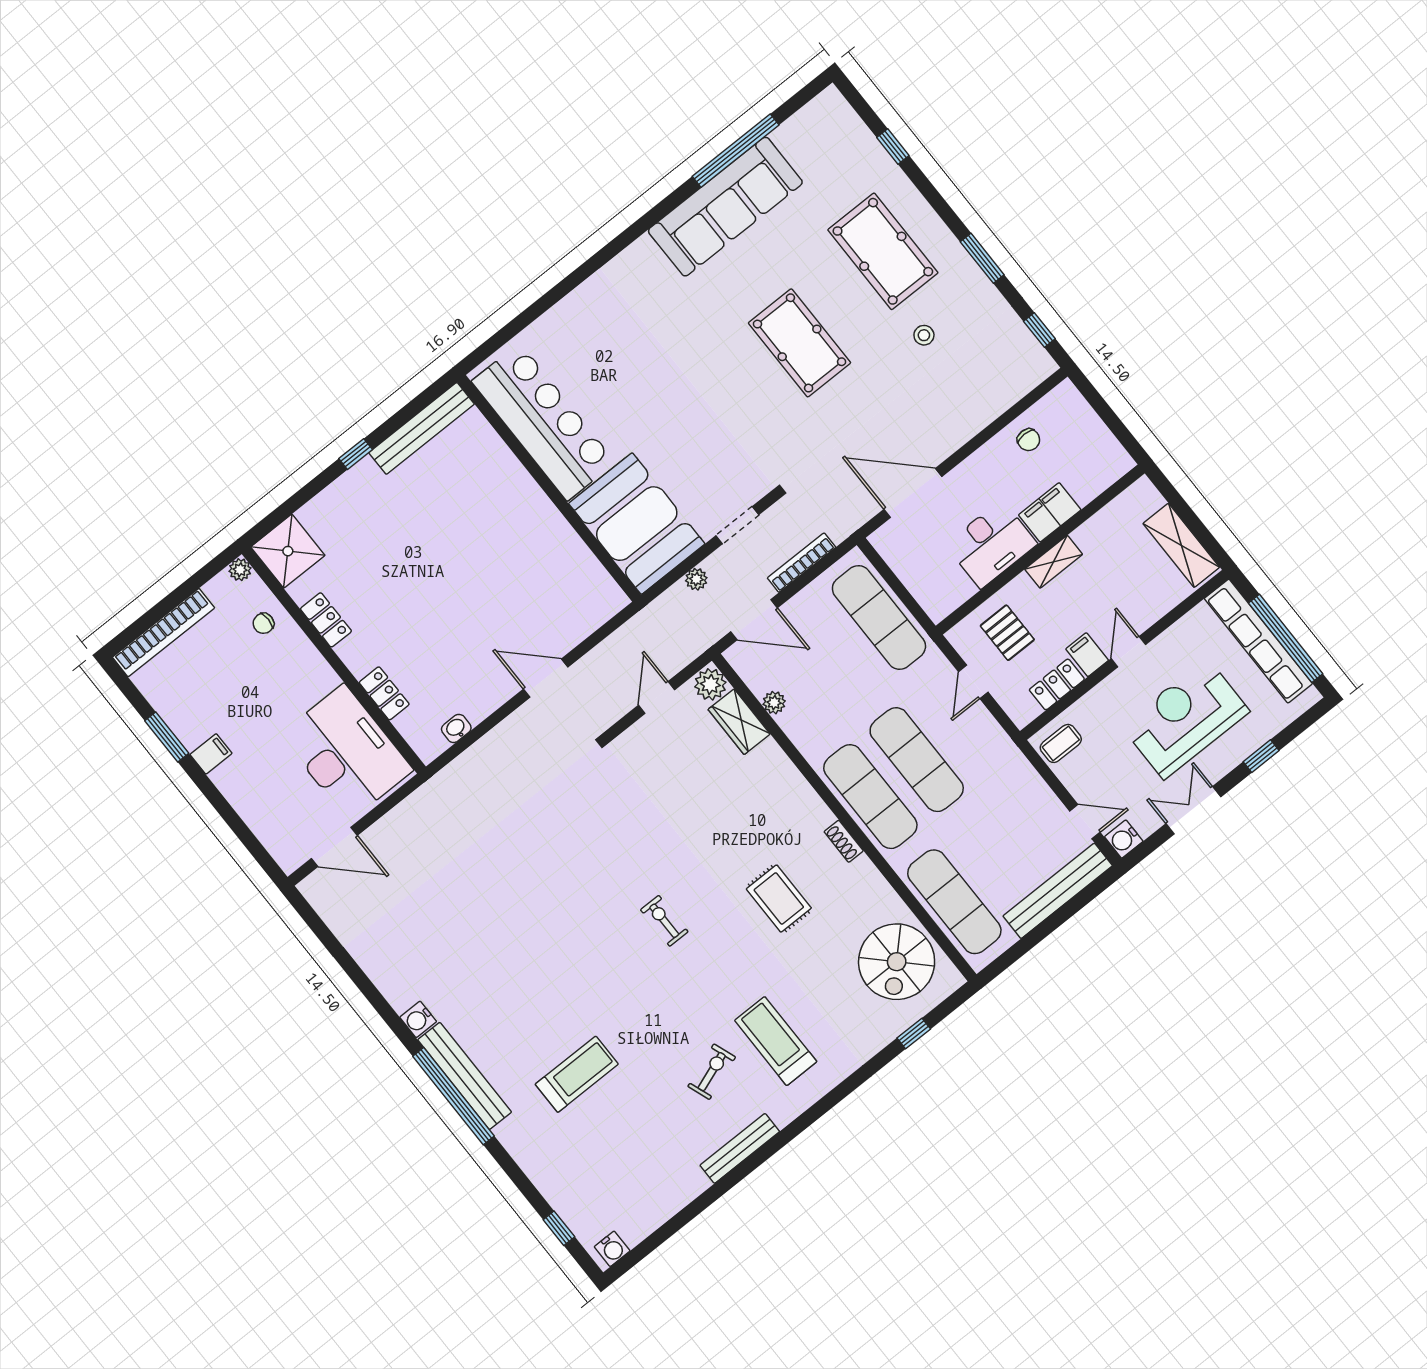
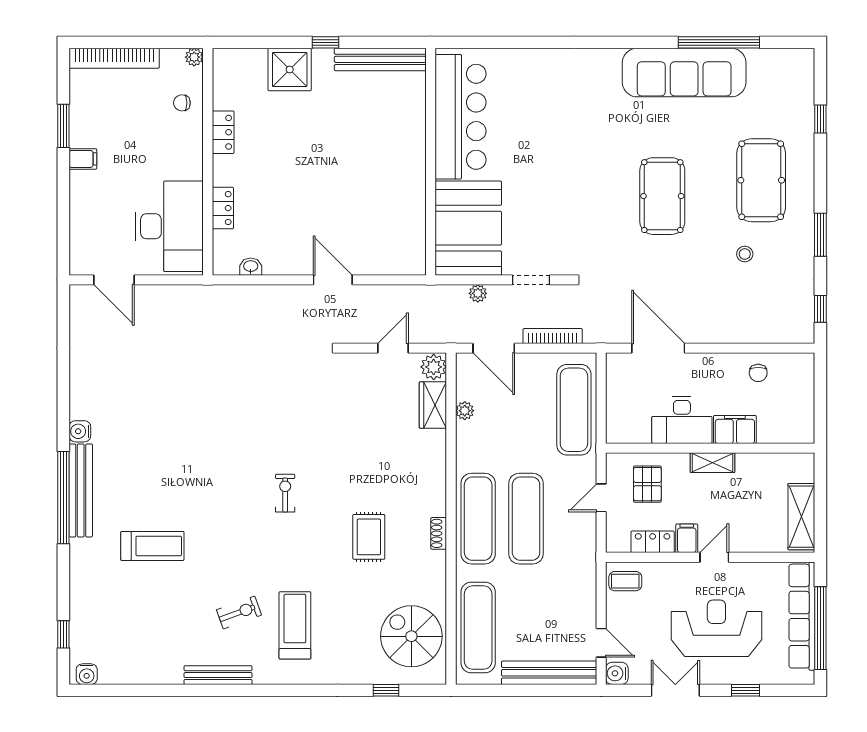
shower: (288, 551) -> (290, 69), moved
spiral stairs: (897, 962) -> (411, 636), turned 90

